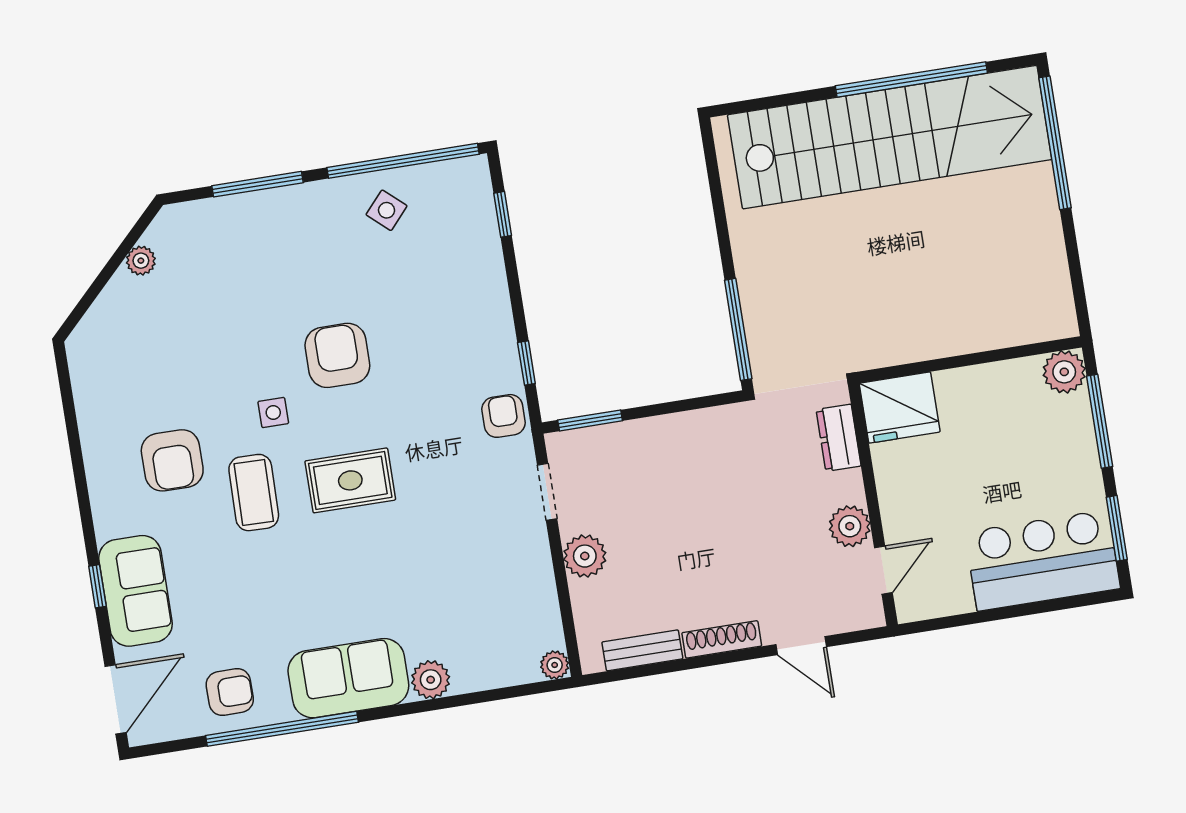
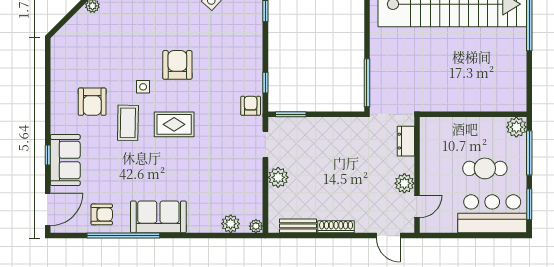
fridge: (900, 408) -> (437, 131), removed
cafe table: (1012, 468) -> (485, 168), added
door: (801, 646) -> (388, 236), moved
plant: (431, 680) -> (231, 224), moved

